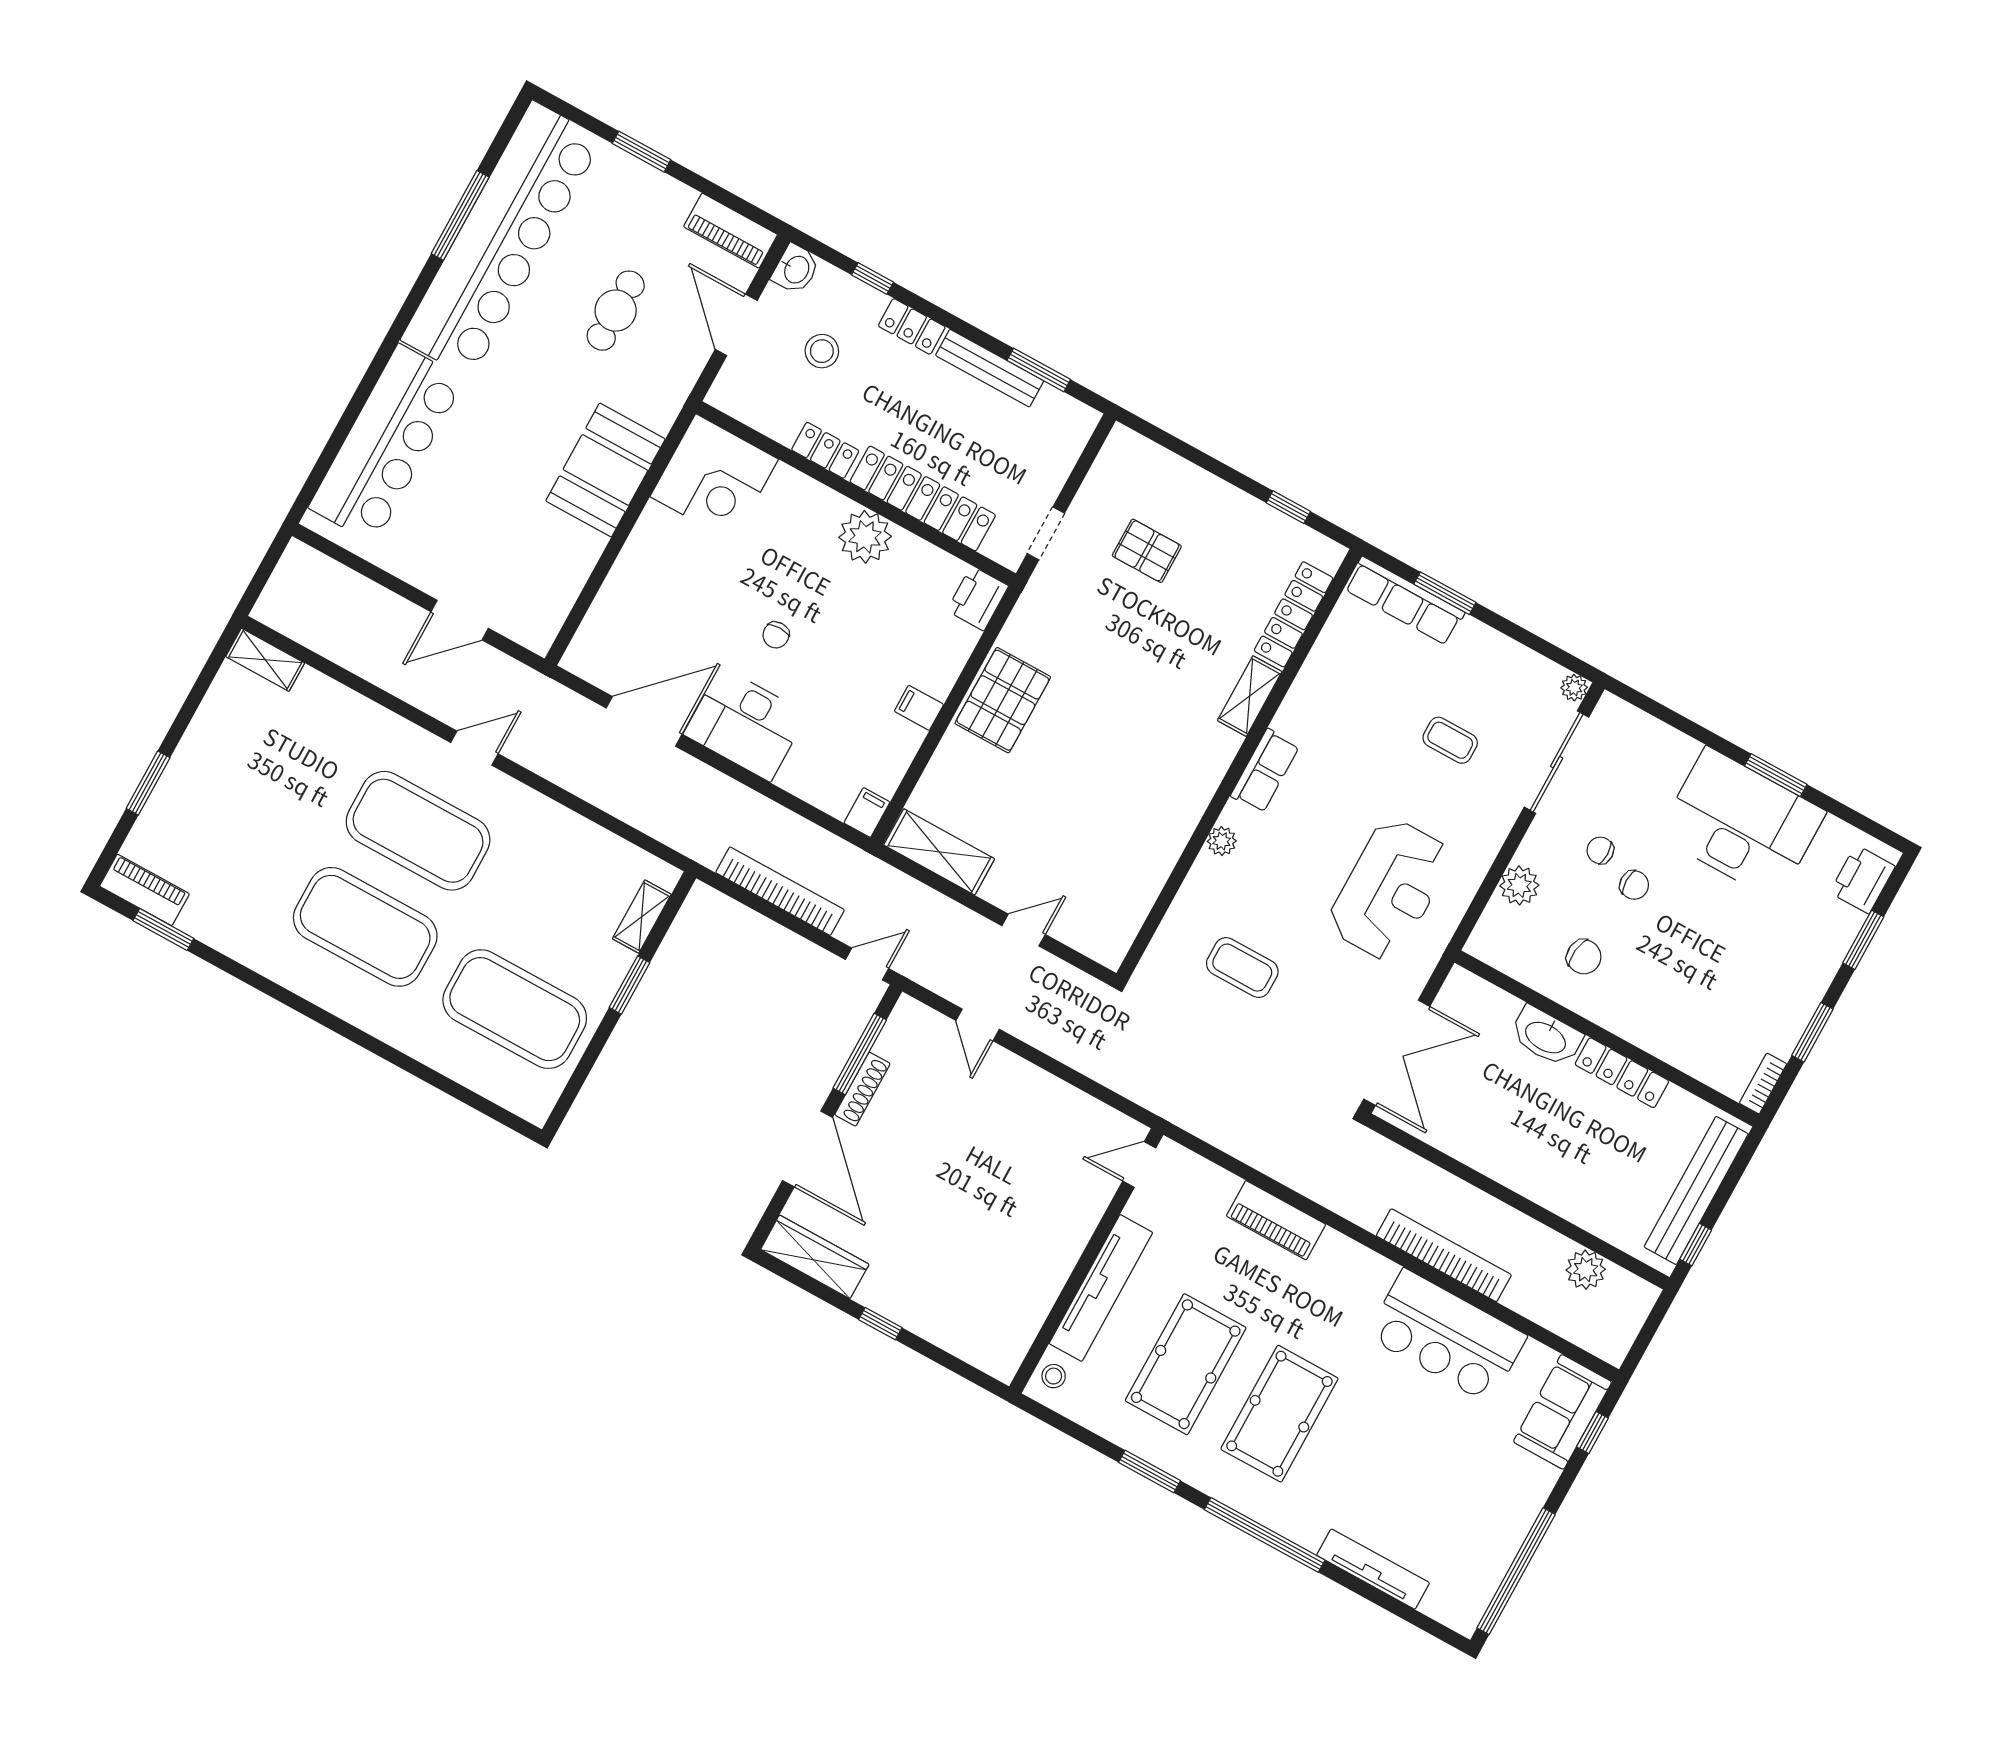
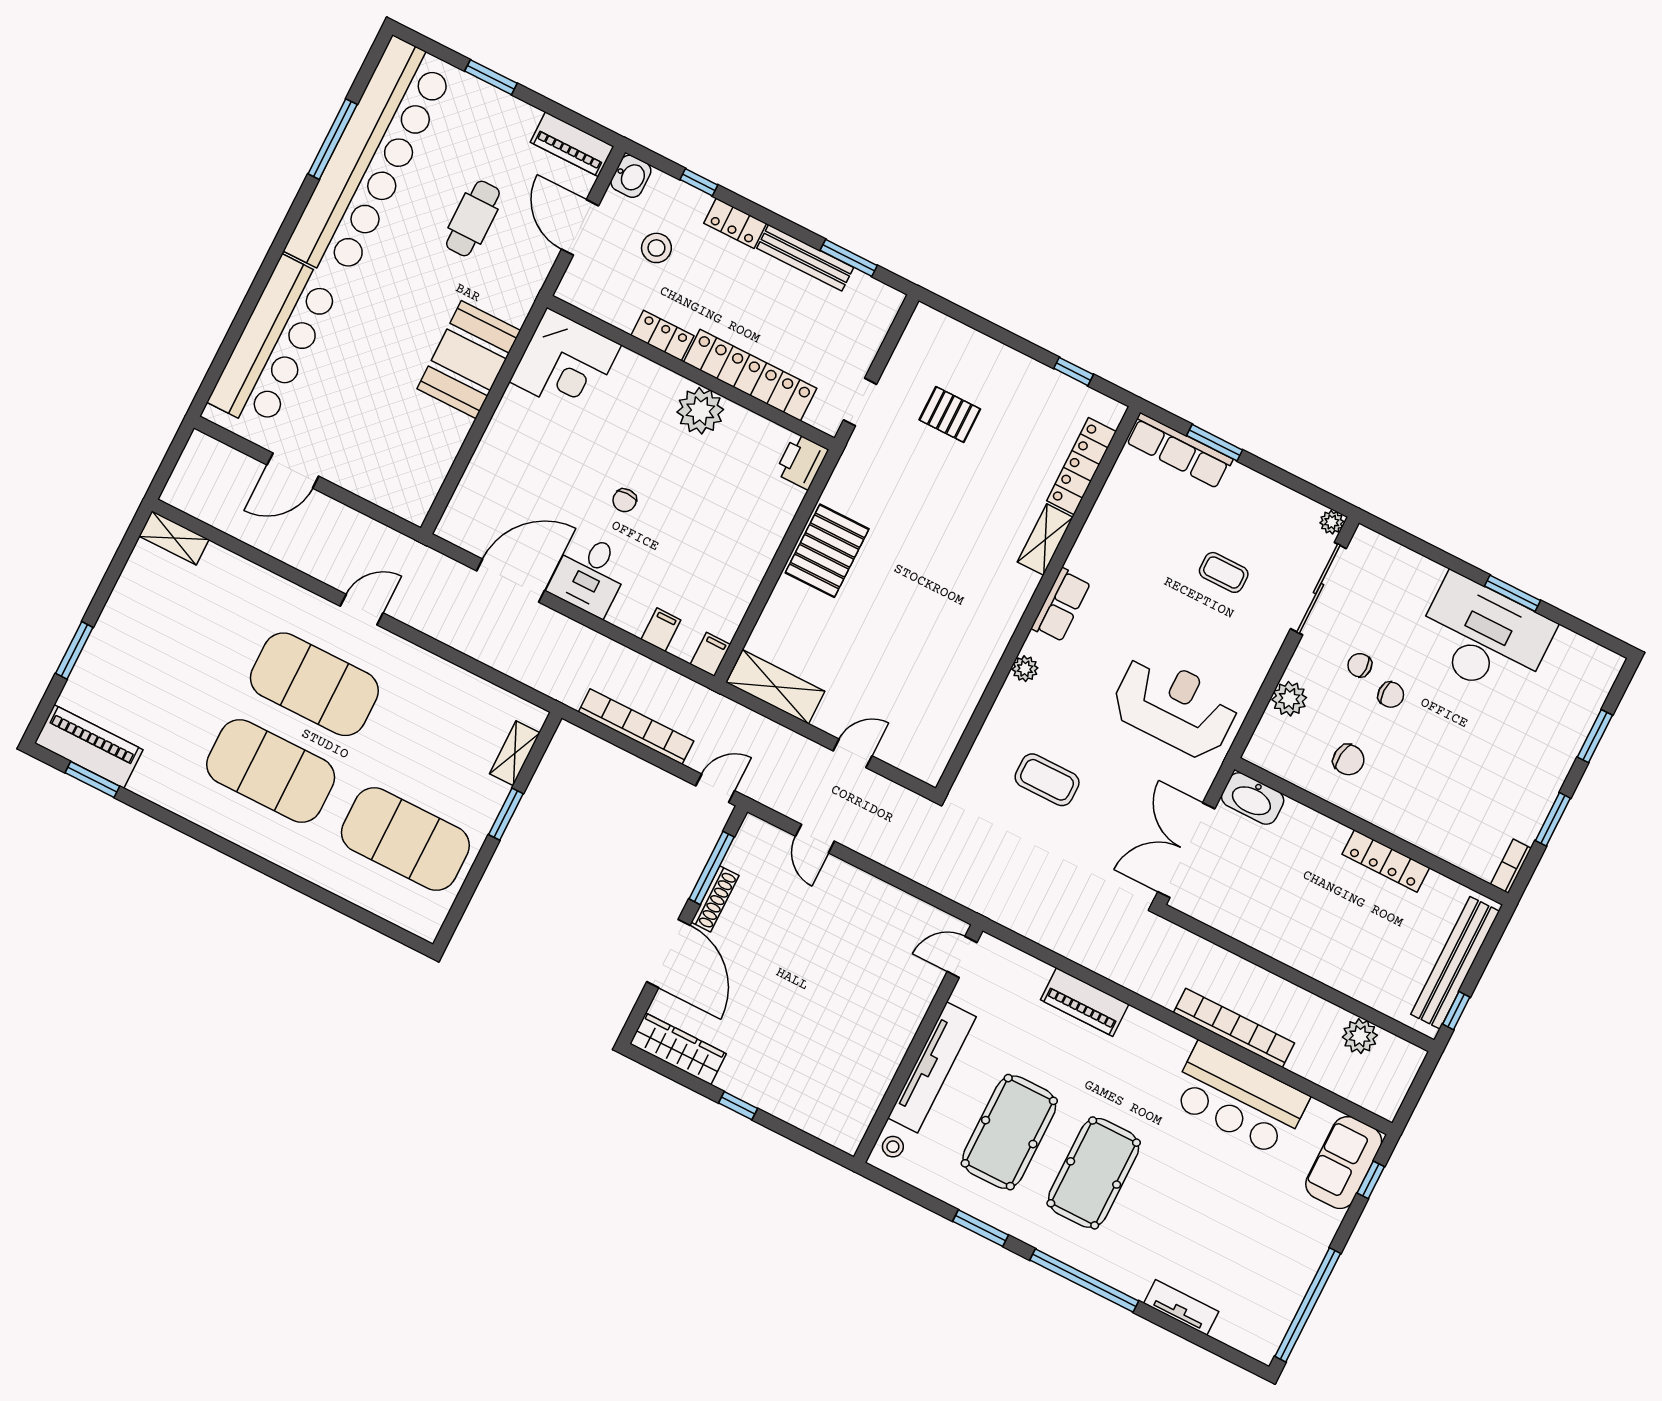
door: (460, 620) -> (293, 471), moved
filing cabinet: (919, 708) -> (661, 630), moved, turned 90
desk: (745, 724) -> (590, 575), width x0.73
printer: (1862, 879) -> (1592, 683), removed
reception desk: (1390, 889) -> (1175, 706), turned -90
piano: (144, 890) -> (89, 746), width x1.37, depth x1.33
washbasin: (1546, 1037) -> (1253, 798), moved
double door: (1397, 1053) -> (1186, 850), swing flipped
tv unit: (1373, 1569) -> (1181, 1307), width x0.71

